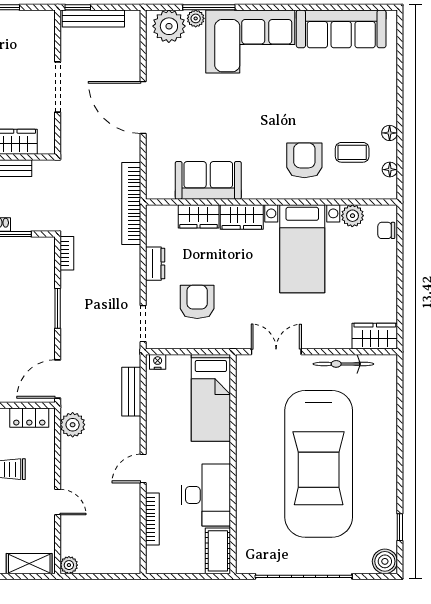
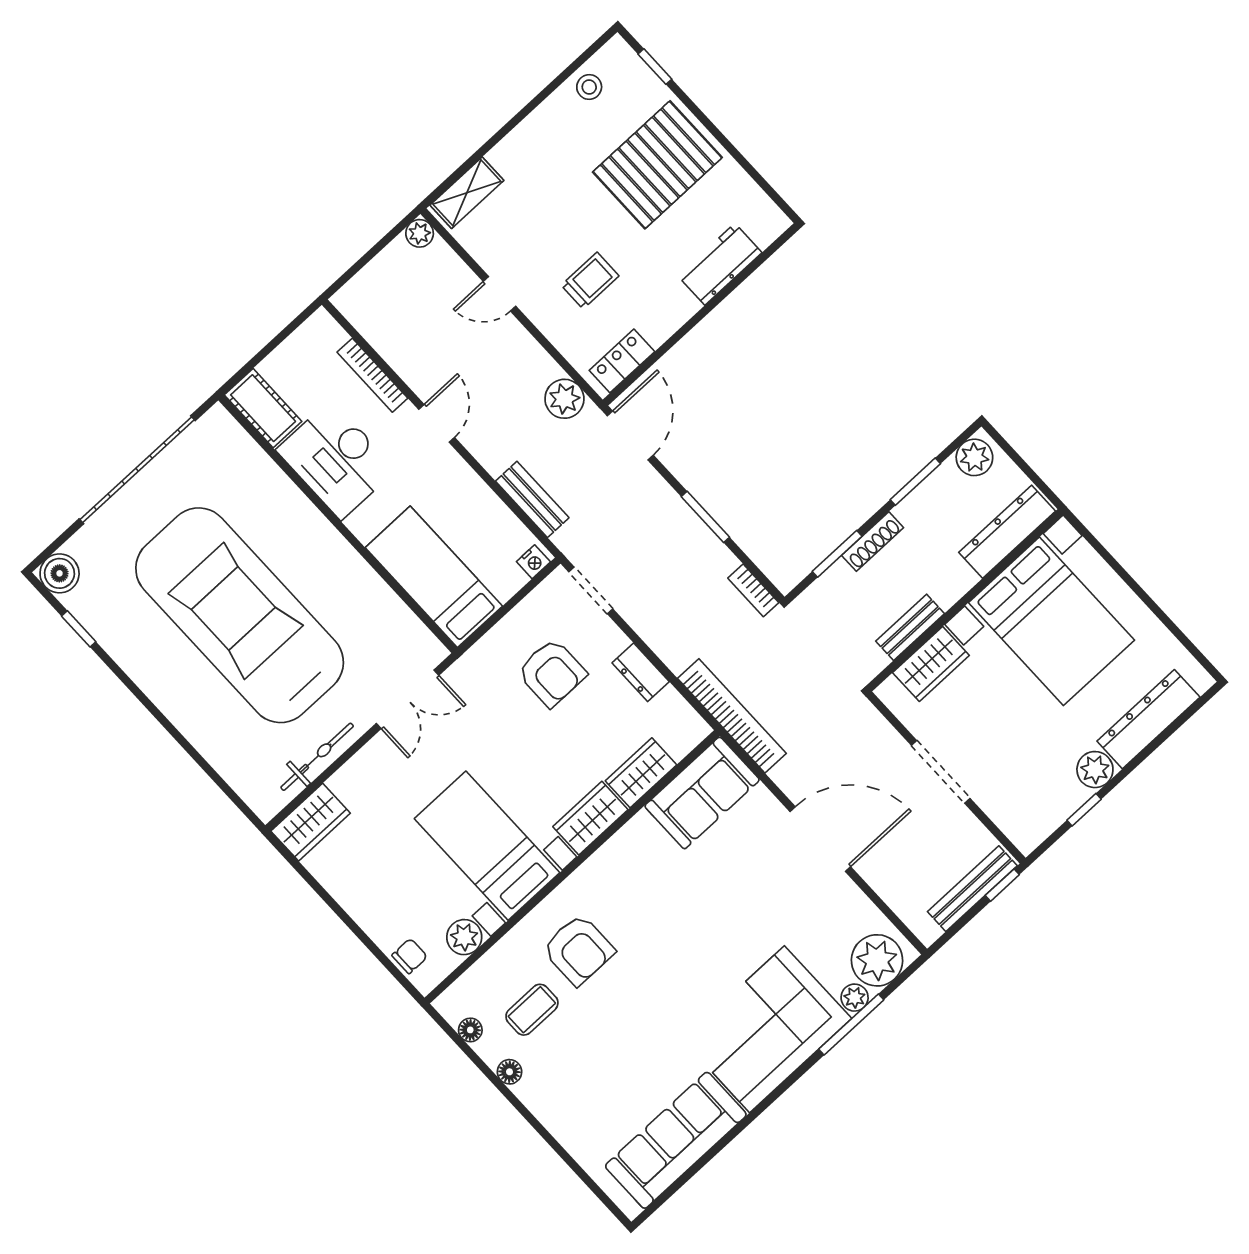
sofa: (208, 180) -> (702, 793), moved

